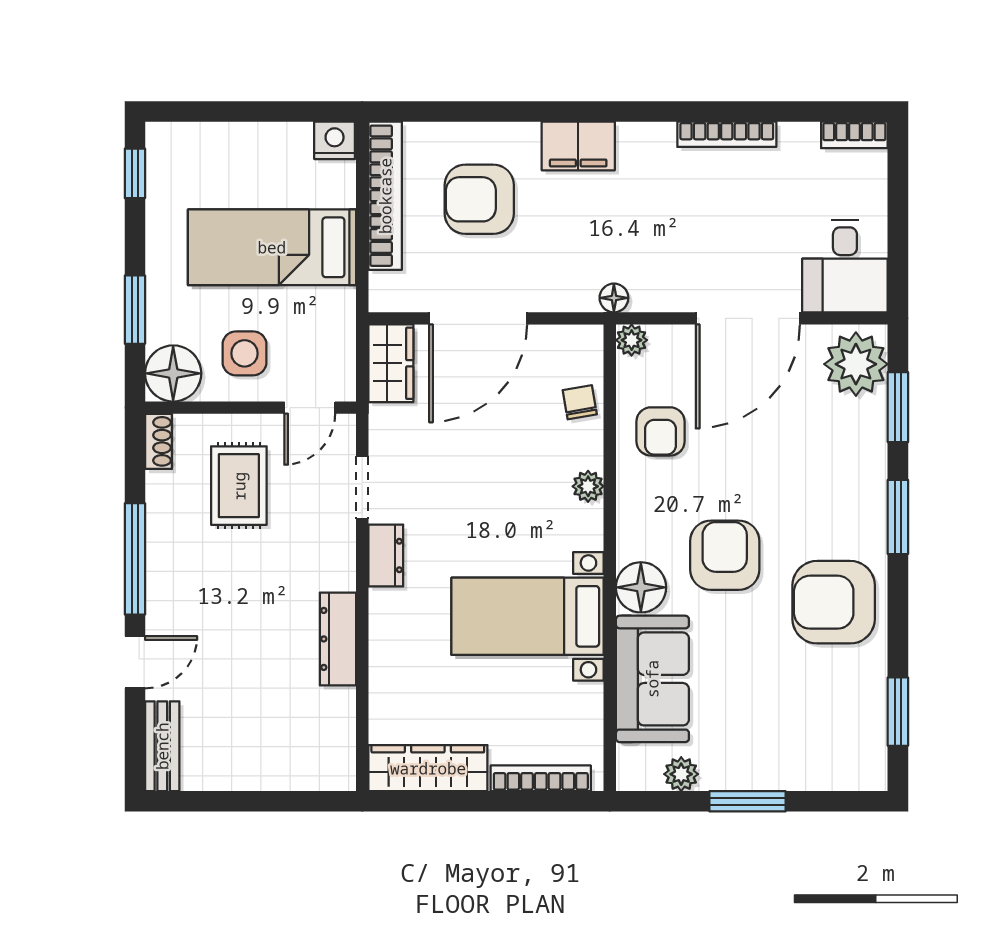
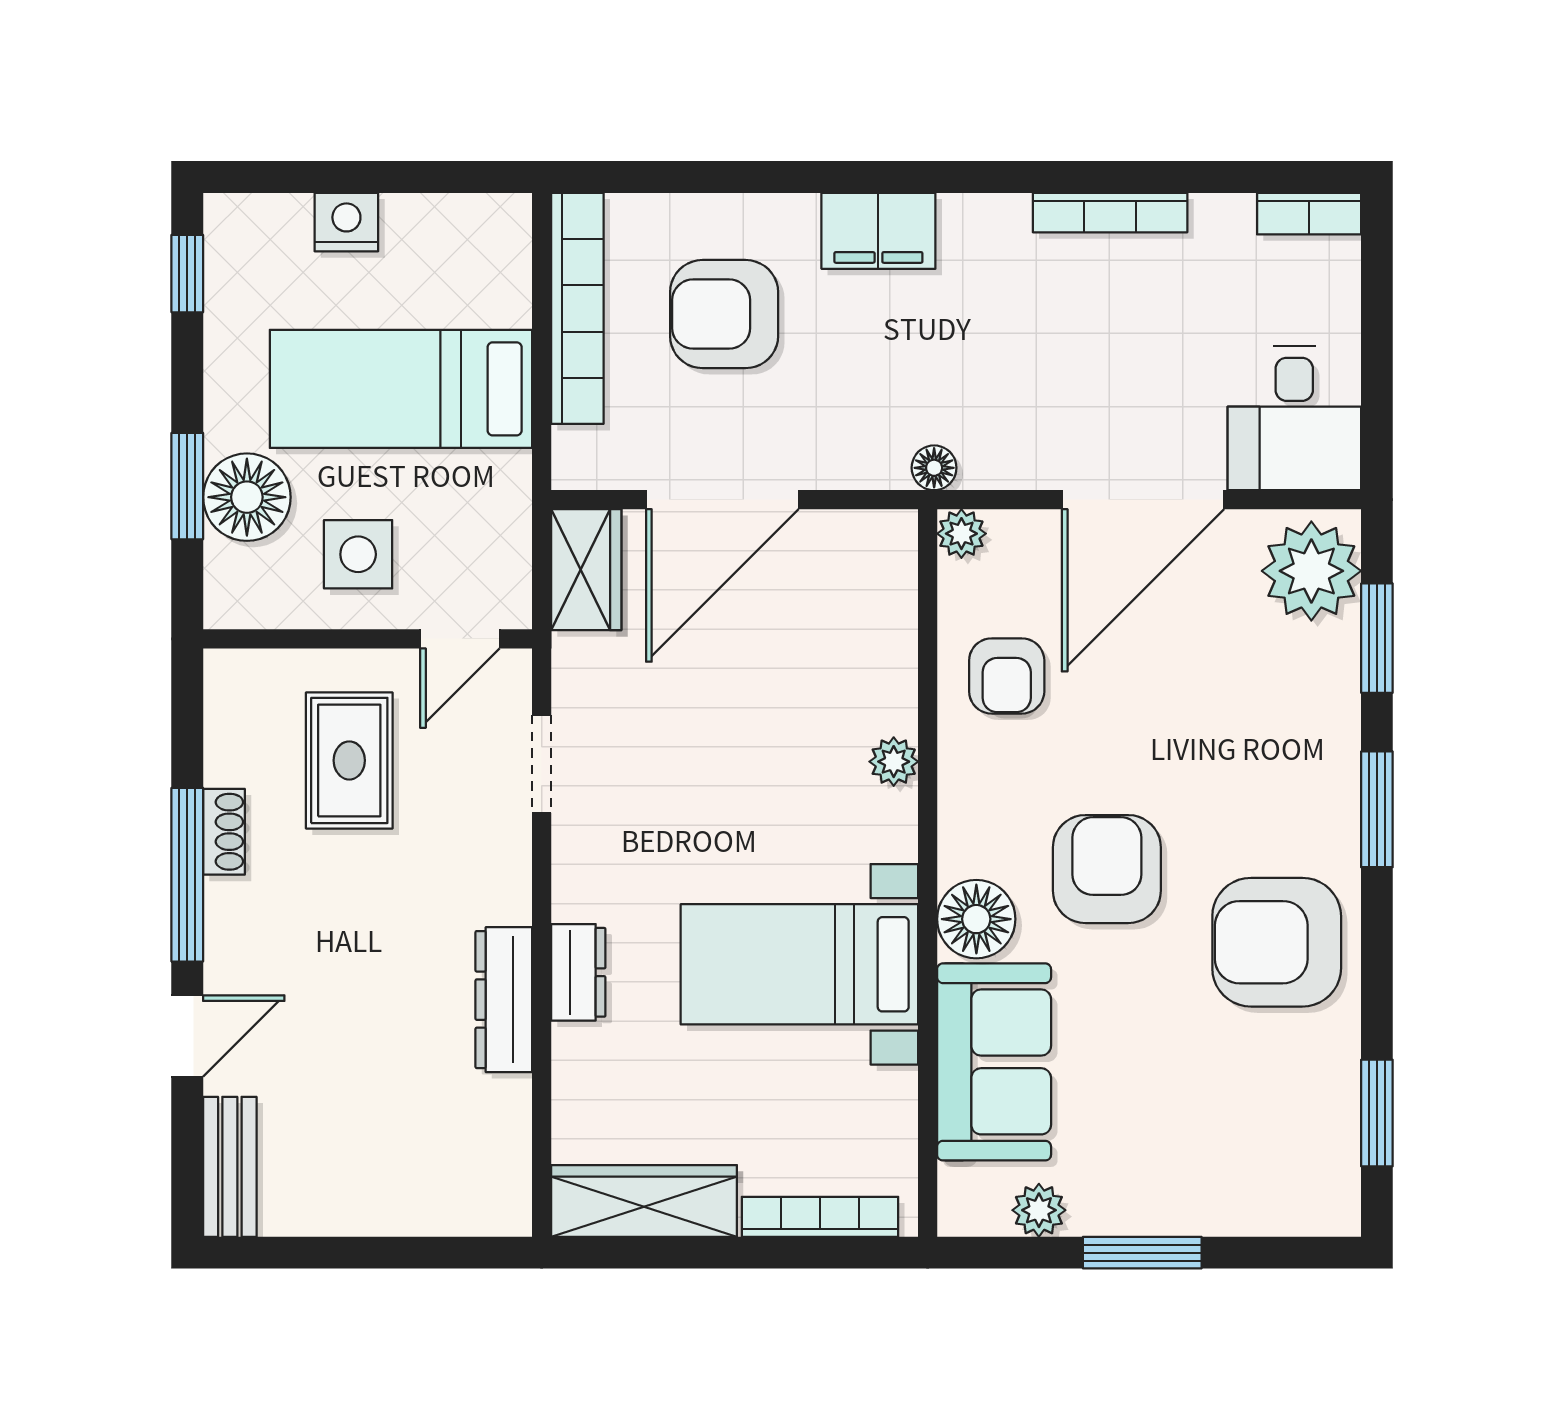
nightstand: (335, 140) -> (346, 222), moved
floor lamp: (173, 373) -> (247, 497), moved
chair: (580, 402) -> (881, 630), removed
shoe rack: (159, 441) -> (224, 832), moved
dresser: (386, 556) -> (578, 972), moved

